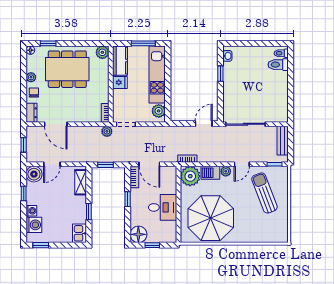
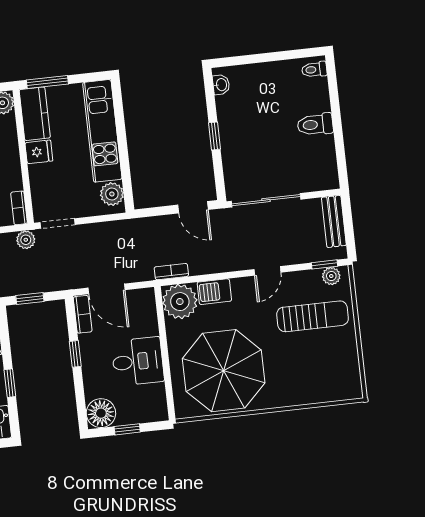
window: (143, 43) -> (47, 82), moved
toilet: (278, 65) -> (315, 124), moved
window: (220, 74) -> (215, 136), moved
door: (204, 124) -> (193, 207), swing flipped
plant: (226, 171) -> (331, 276), moved
sun lounger: (264, 193) -> (313, 316), turned 111

